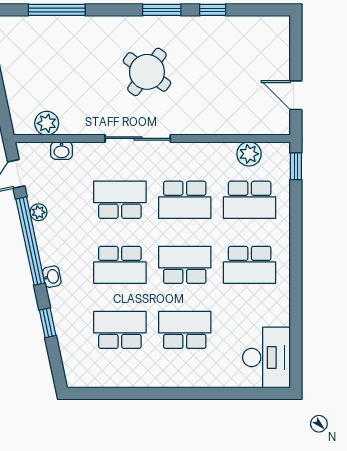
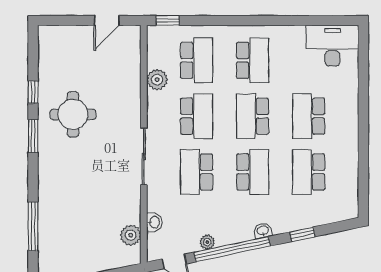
round table: (147, 72) -> (73, 114), moved, turned -36
plant: (249, 154) -> (157, 80), moved

